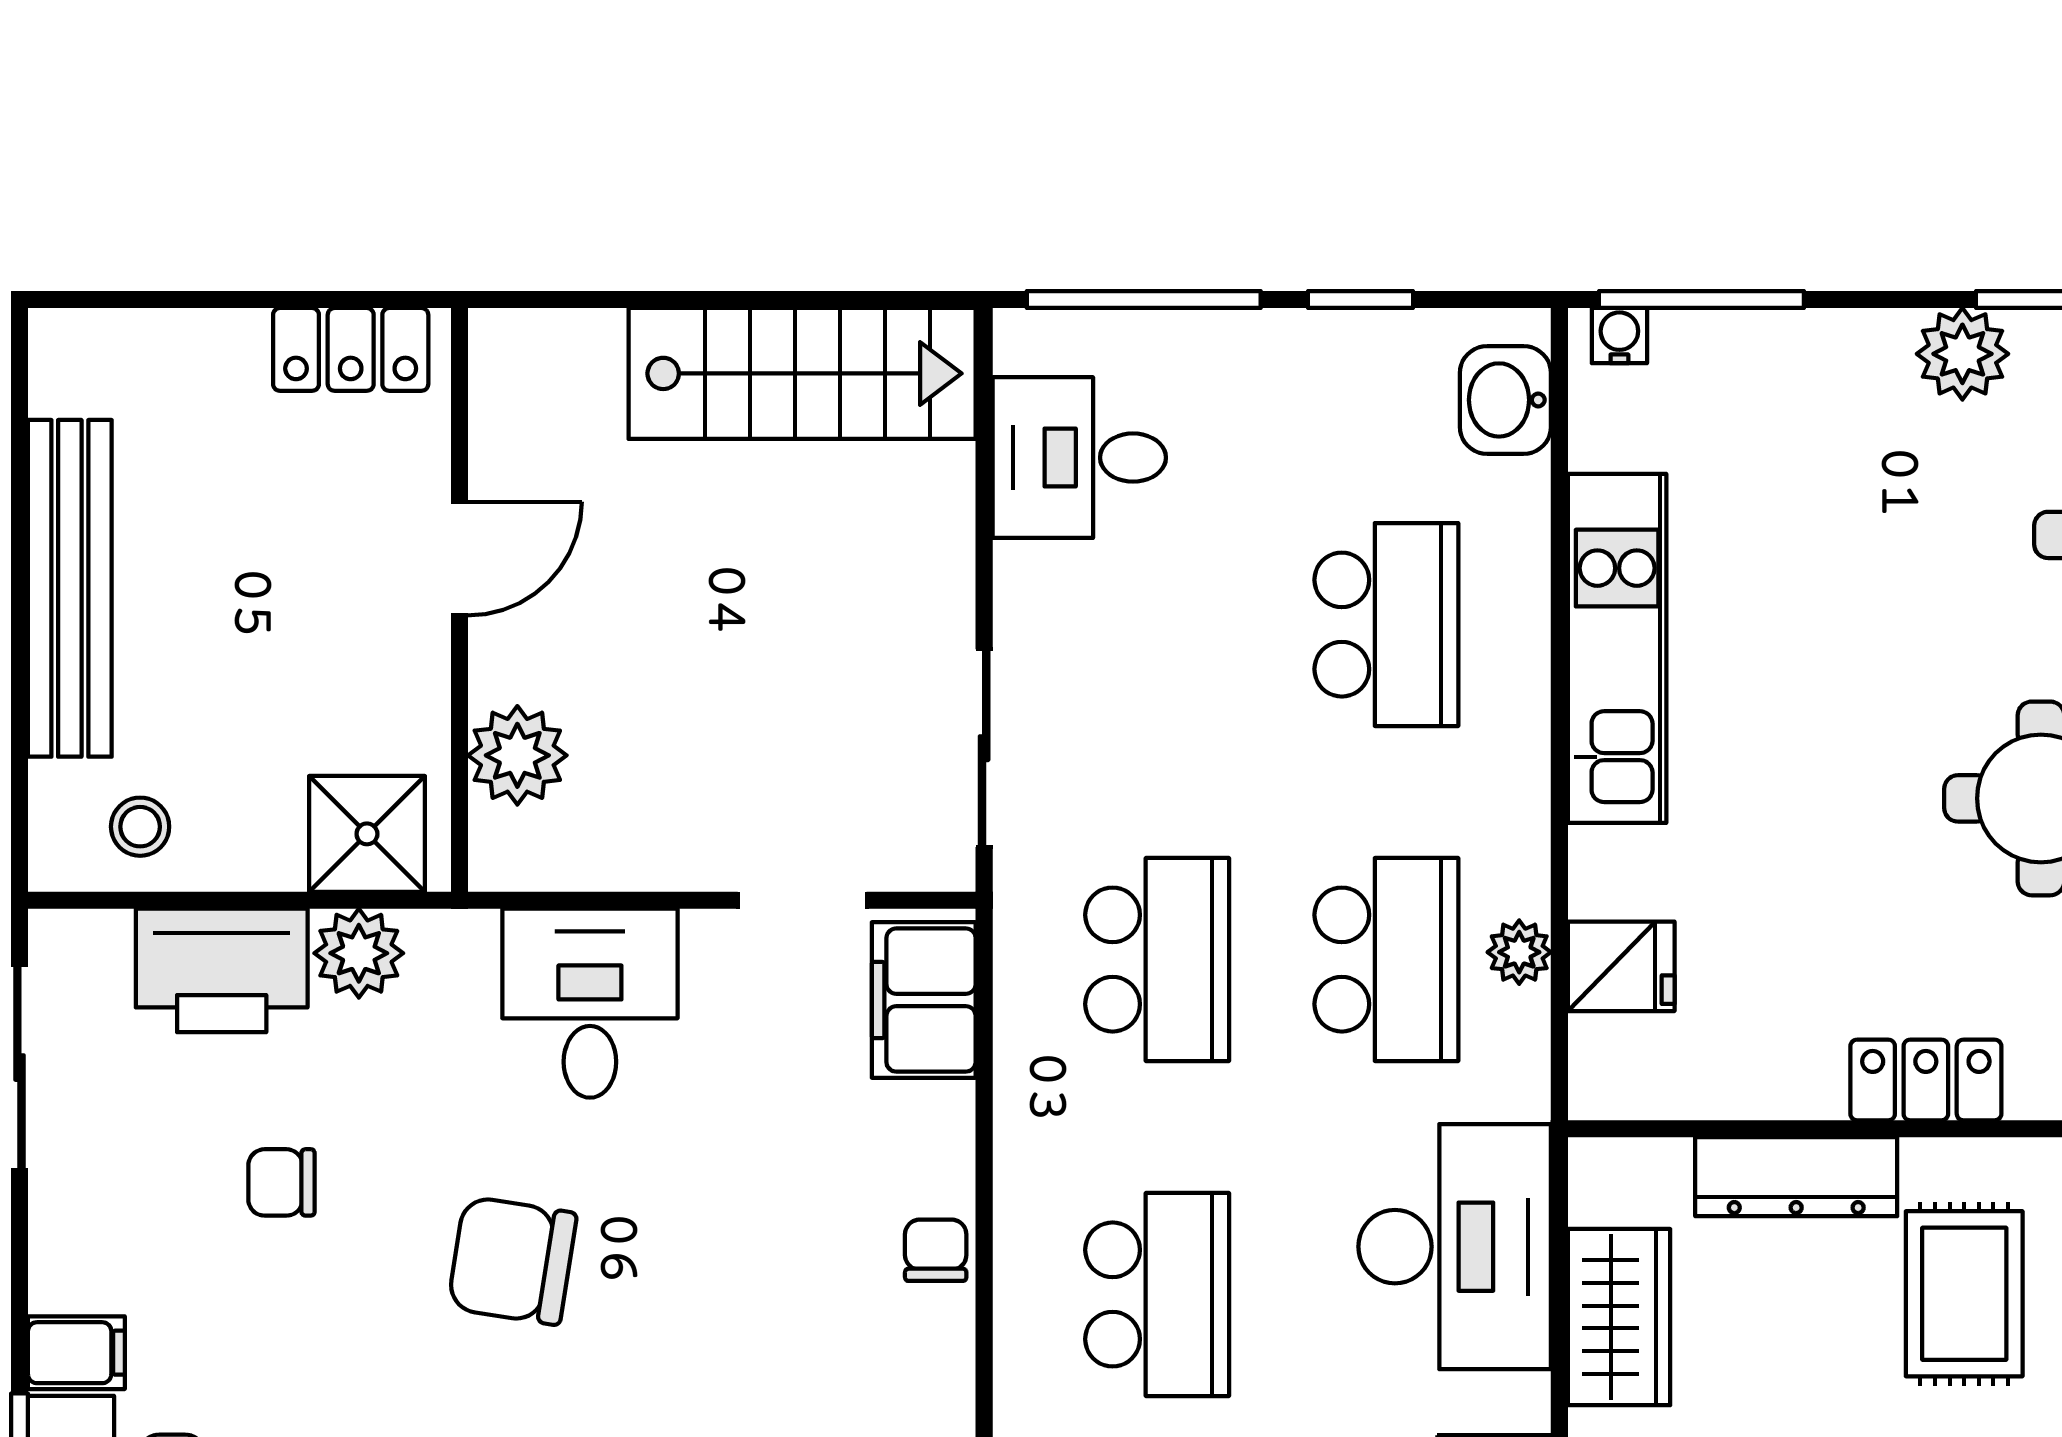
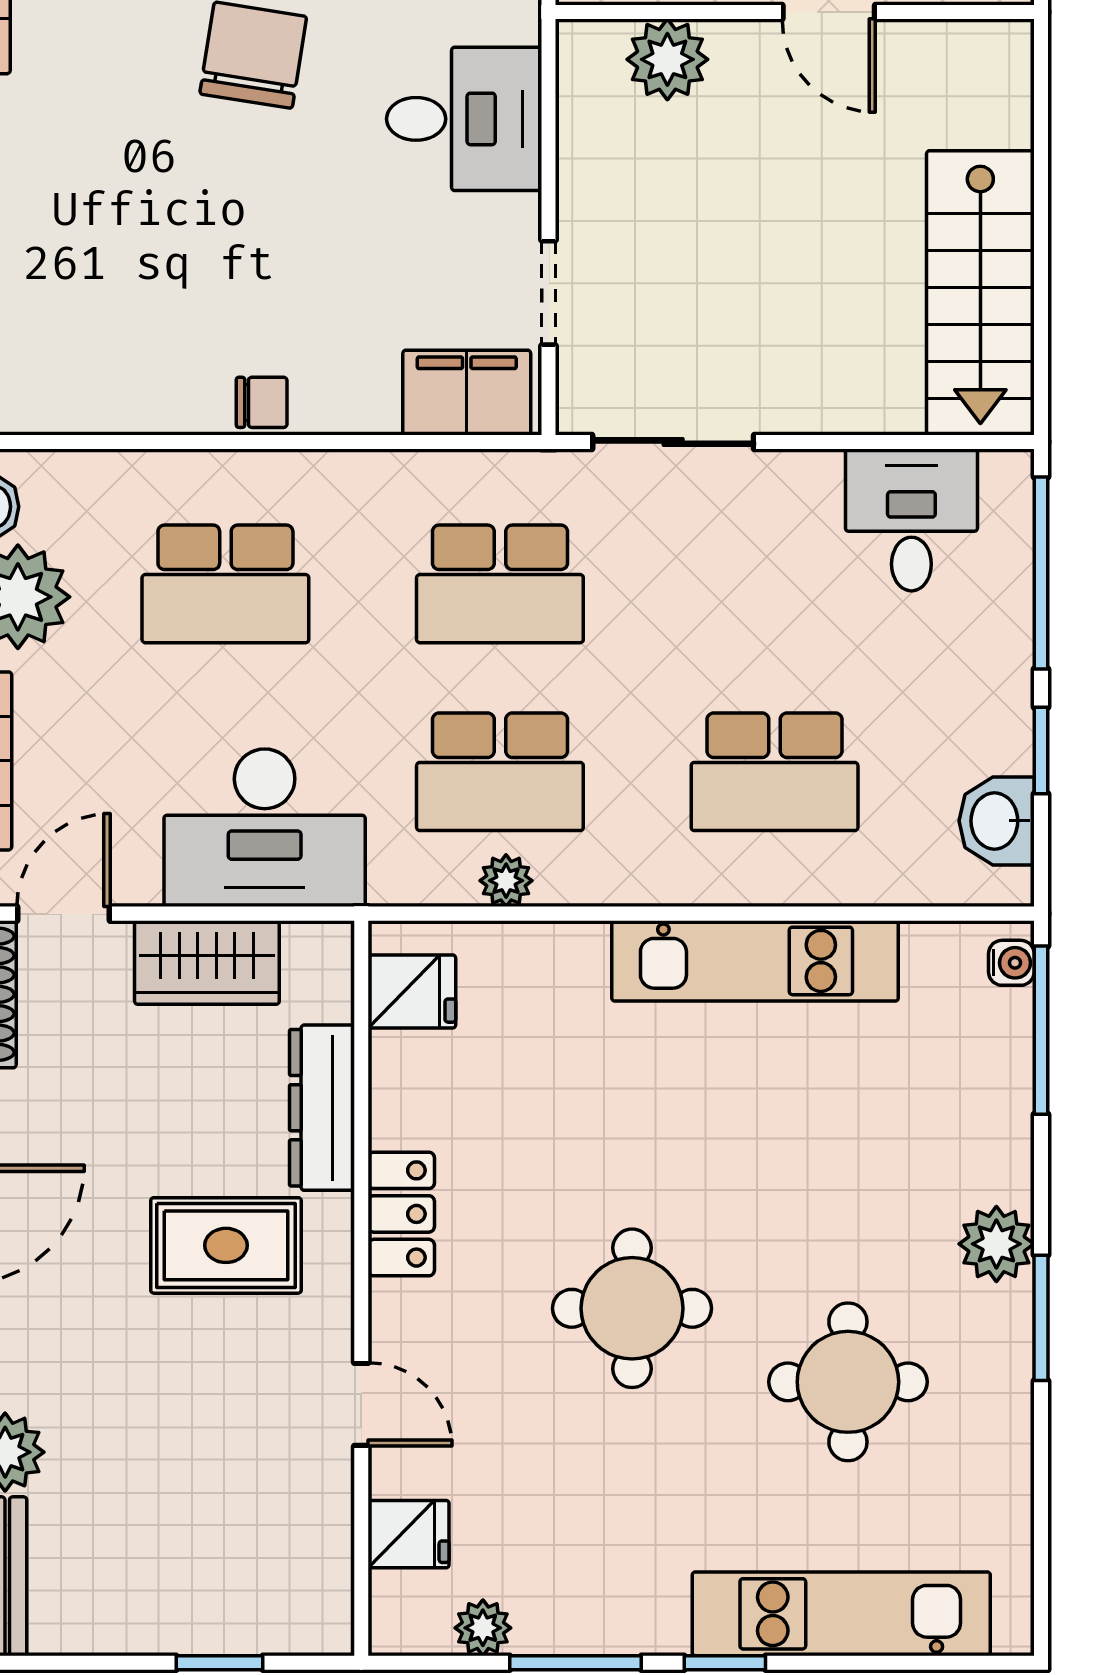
washbasin: (1505, 400) -> (997, 821), moved, turned -90
fridge: (1621, 966) -> (412, 991), moved, turned -90

